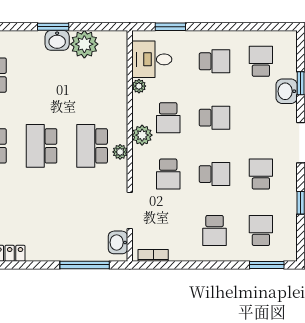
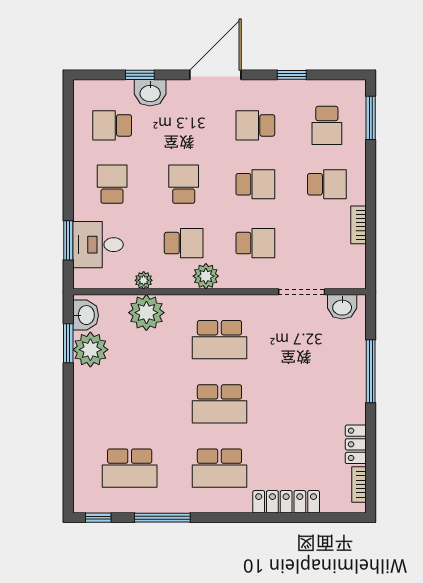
window: (53, 27) -> (68, 343), moved
washbasin: (57, 40) -> (86, 315), moved
desk: (152, 59) -> (98, 245), moved, turned 90
plant: (120, 152) -> (146, 313), moved, width x1.88, depth x1.88
school desk: (215, 174) -> (255, 184), turned 90
school desk: (261, 230) -> (327, 125), turned -90
bookcase: (153, 255) -> (359, 225), moved
window: (85, 265) -> (371, 371), moved

